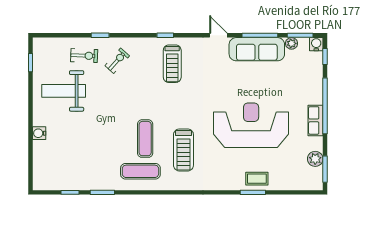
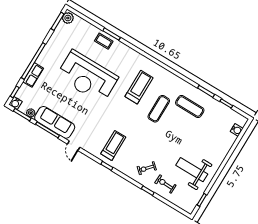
weight bench: (64, 91) -> (192, 170), turned 180
row of seats: (315, 120) -> (33, 75), moved
water cooler: (39, 133) -> (237, 130), moved
plant: (315, 159) -> (68, 18), moved
exercise mat: (140, 171) -> (190, 107), moved

